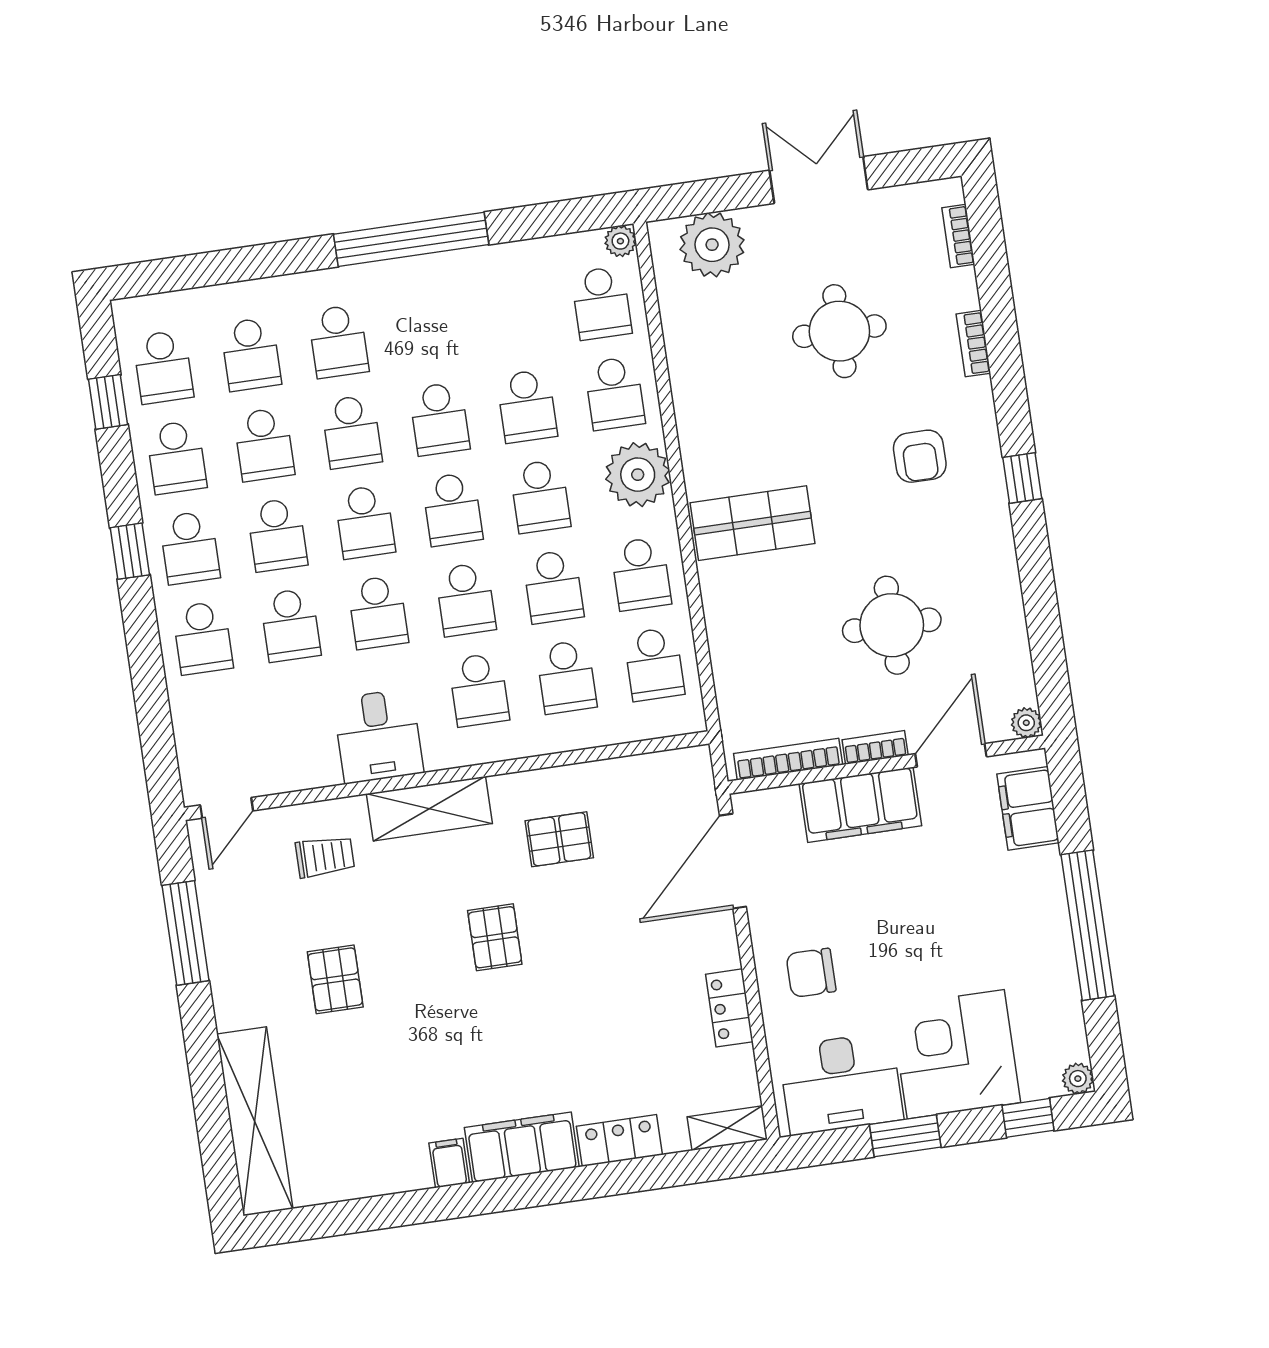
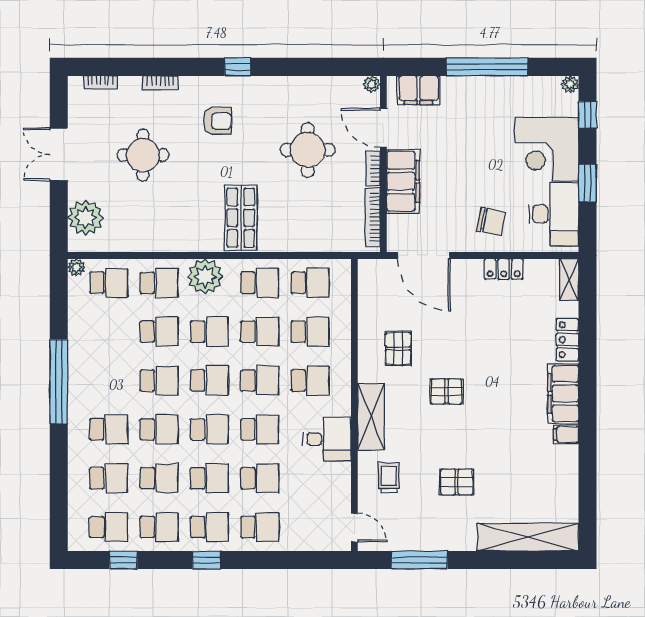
chair: (811, 973) -> (491, 222), turned -78

